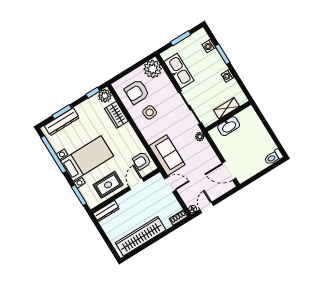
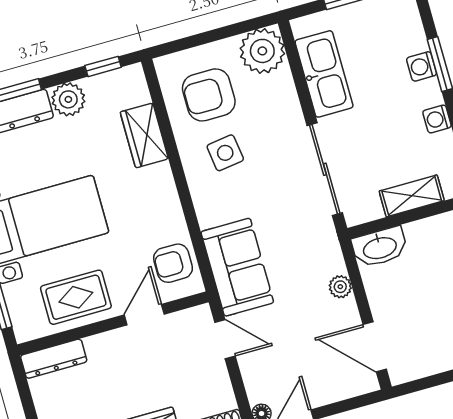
washing machine: (209, 46) -> (422, 66), moved
plant: (105, 96) -> (68, 99), moved
washbasin: (229, 126) -> (380, 247), moved
plant: (200, 137) -> (340, 287), moved

